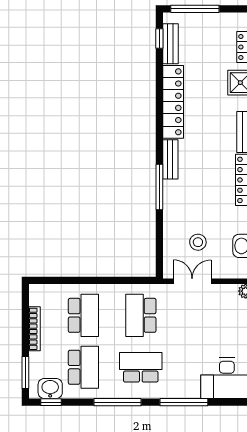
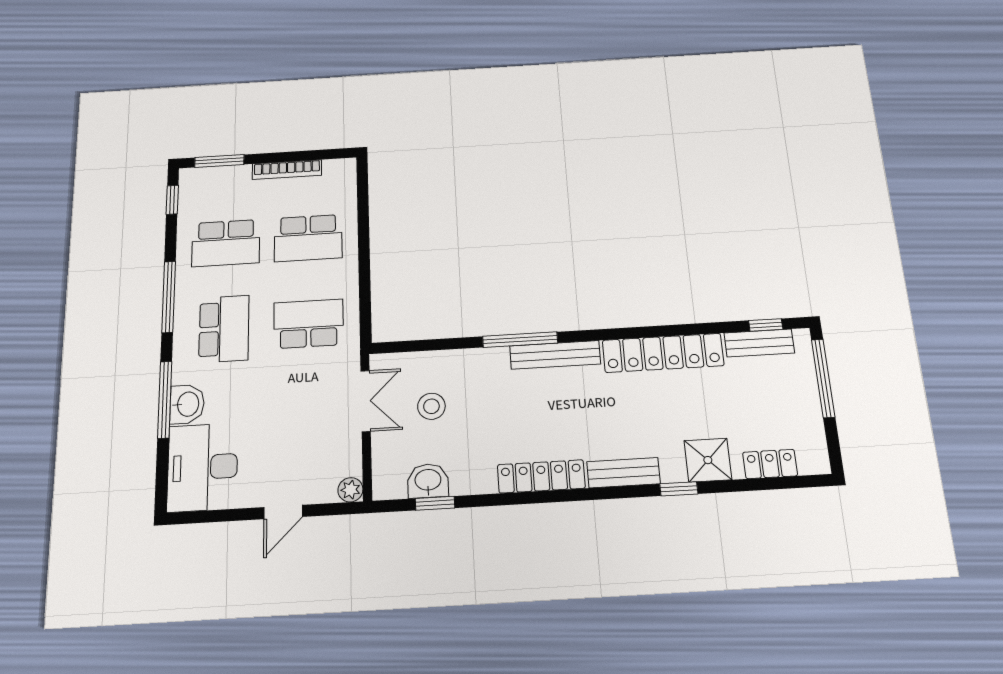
bench: (170, 159) -> (555, 355), width x1.36
washbasin: (50, 388) -> (187, 404), moved

